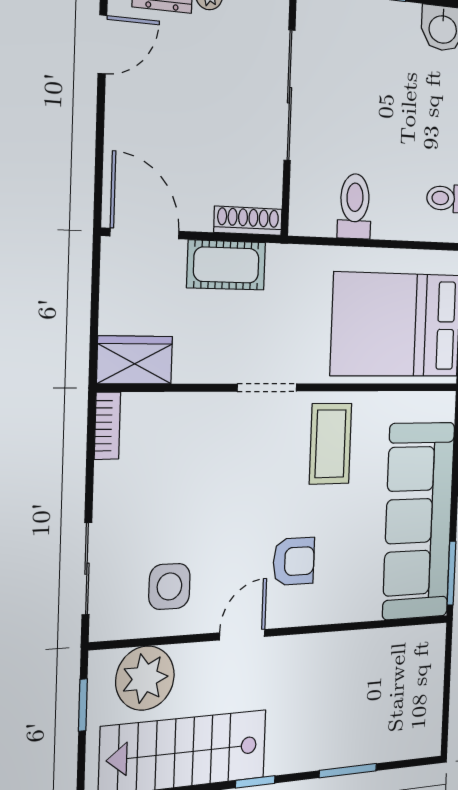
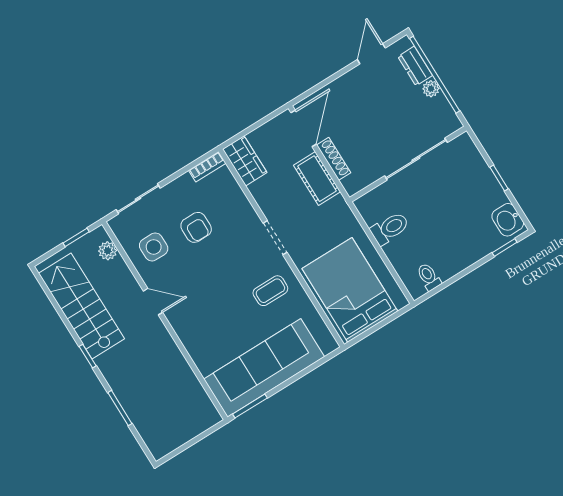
door: (102, 44) -> (371, 54), swing flipped
shoe rack: (248, 221) -> (334, 159), moved
coffee table: (330, 444) -> (270, 291), width x0.73, depth x0.77
armchair: (294, 561) -> (196, 227), moved
plant: (145, 678) -> (108, 251), width x0.53, depth x0.53

